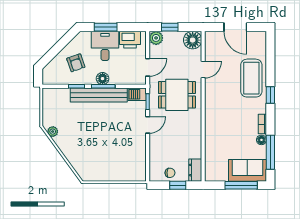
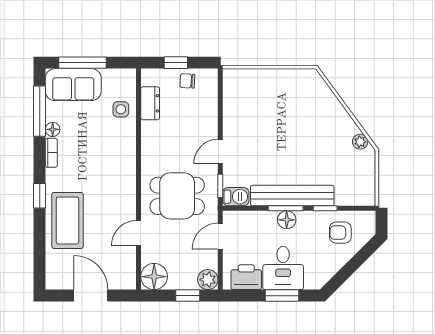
armchair: (76, 63) -> (340, 233), moved, turned -71
side table: (215, 154) -> (121, 109), added
dresser: (195, 170) -> (150, 103), moved

